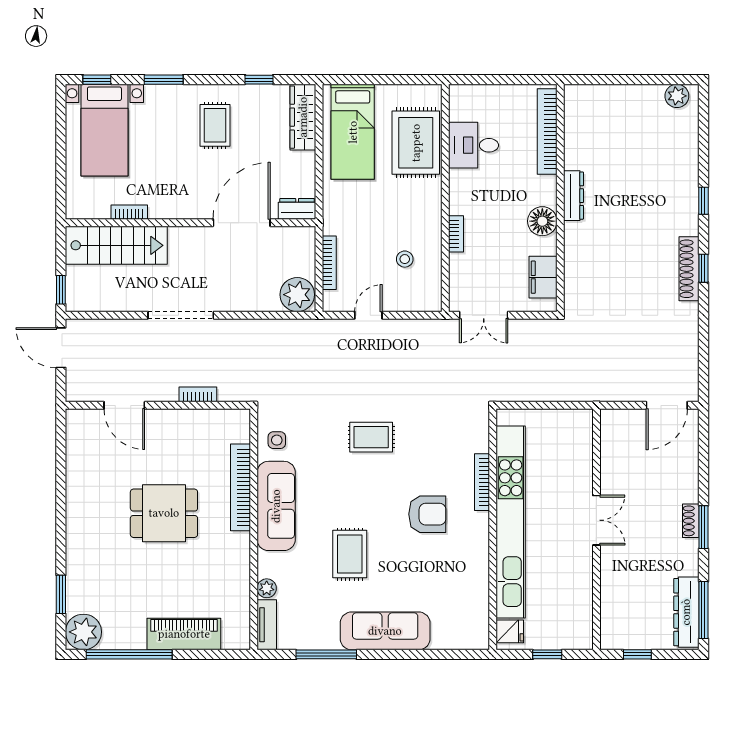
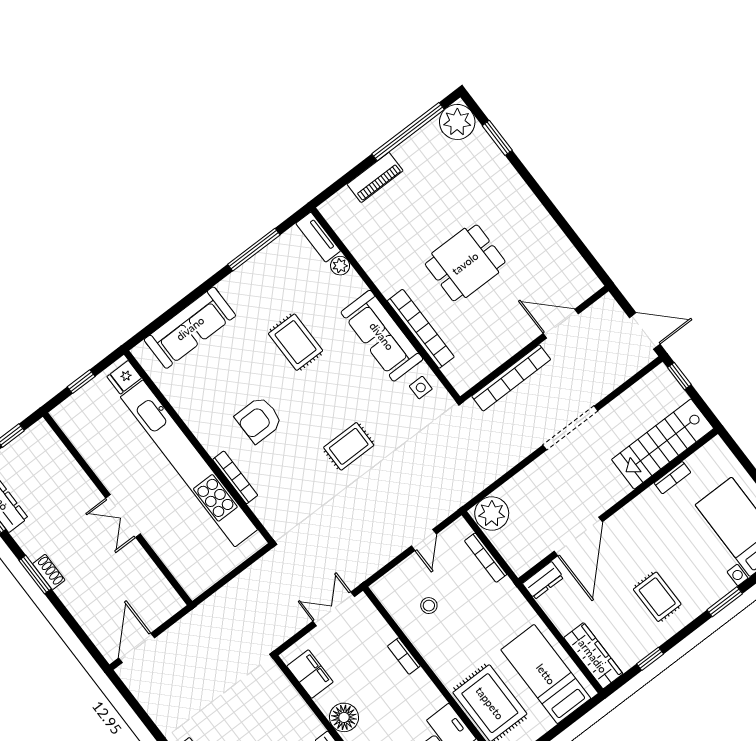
bookcase: (198, 394) -> (511, 378), width x2.31, depth x1.31
sofa: (385, 631) -> (190, 328), moved
piano: (184, 634) -> (375, 177), width x0.73, depth x0.75

